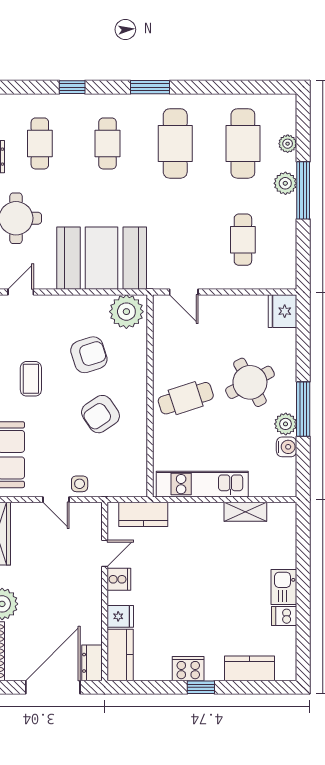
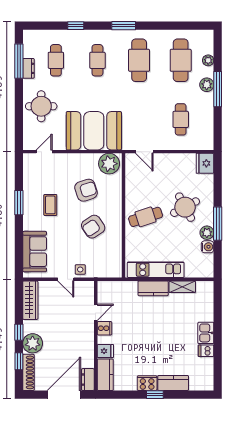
kitchen counter: (143, 514) -> (153, 288), moved
kitchen counter: (249, 668) -> (173, 383), moved

